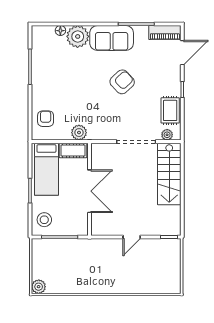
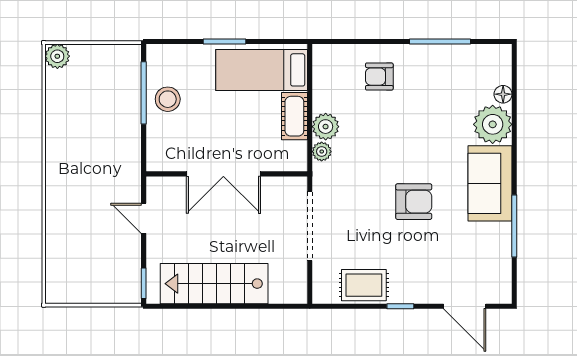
piano: (165, 33) -> (499, 276), removed
armchair: (122, 82) -> (414, 202), turned -47
armchair: (46, 119) -> (379, 77), moved, turned 180
plant: (167, 135) -> (322, 152), moved
stairs: (169, 174) -> (214, 284), moved
wall: (90, 189) -> (227, 174), moved
double door: (90, 191) -> (223, 174), moved
stool: (44, 220) -> (168, 99), moved

